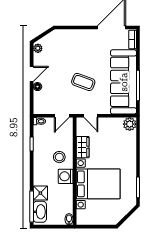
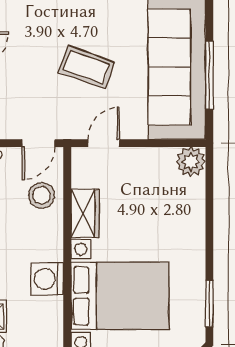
door: (91, 116) -> (104, 143), swing flipped
stool: (59, 157) -> (42, 195), moved

